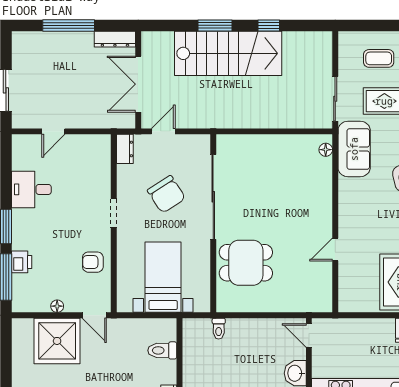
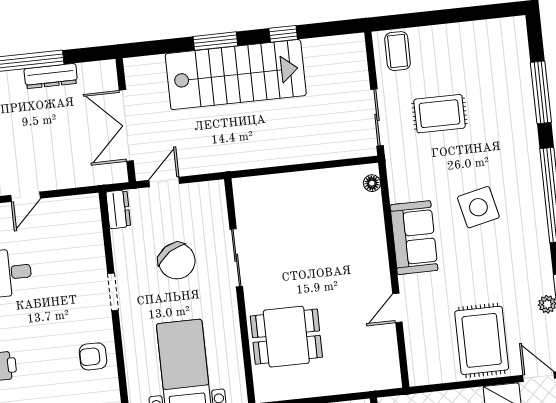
dresser: (115, 39) -> (51, 76), moved
coffee table: (379, 58) -> (398, 51), moved, turned 90
sofa: (354, 149) -> (414, 238), moved
sliding door: (213, 197) -> (236, 258), width x0.54

